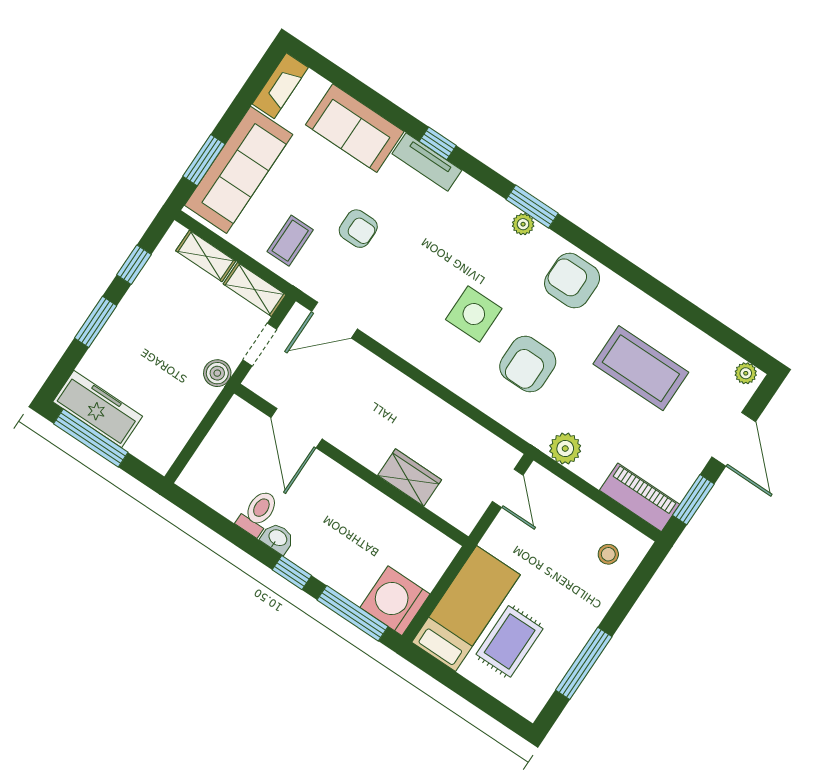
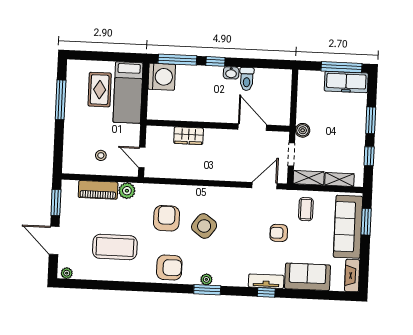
side table: (474, 314) -> (204, 226), turned 36
piano: (640, 497) -> (98, 190), moved
stool: (608, 554) -> (101, 155), moved

